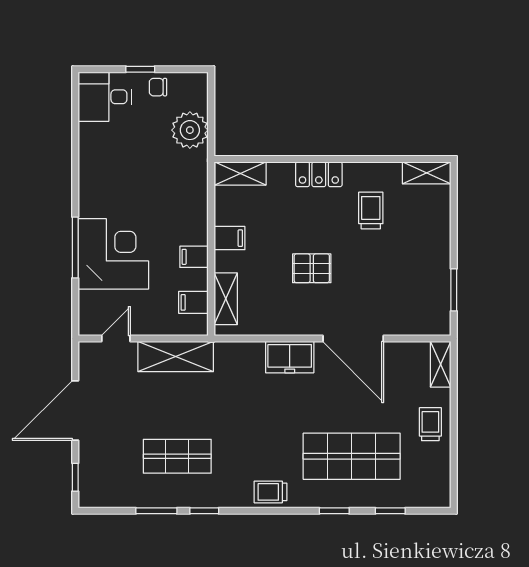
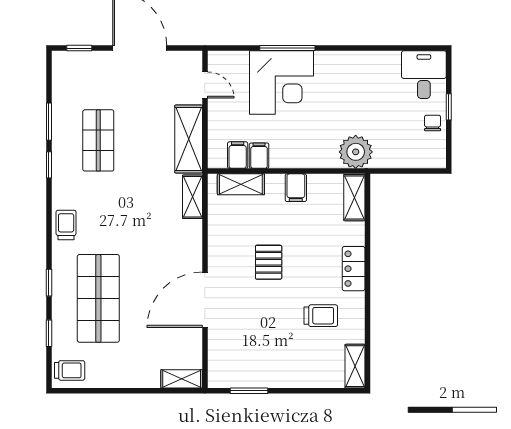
plant: (190, 130) -> (356, 152), moved
filing cabinet: (194, 257) -> (259, 156), moved
shelving: (239, 352) -> (192, 197), added
freezer: (290, 357) -> (188, 242), removed
trolley: (430, 424) -> (70, 370), moved

